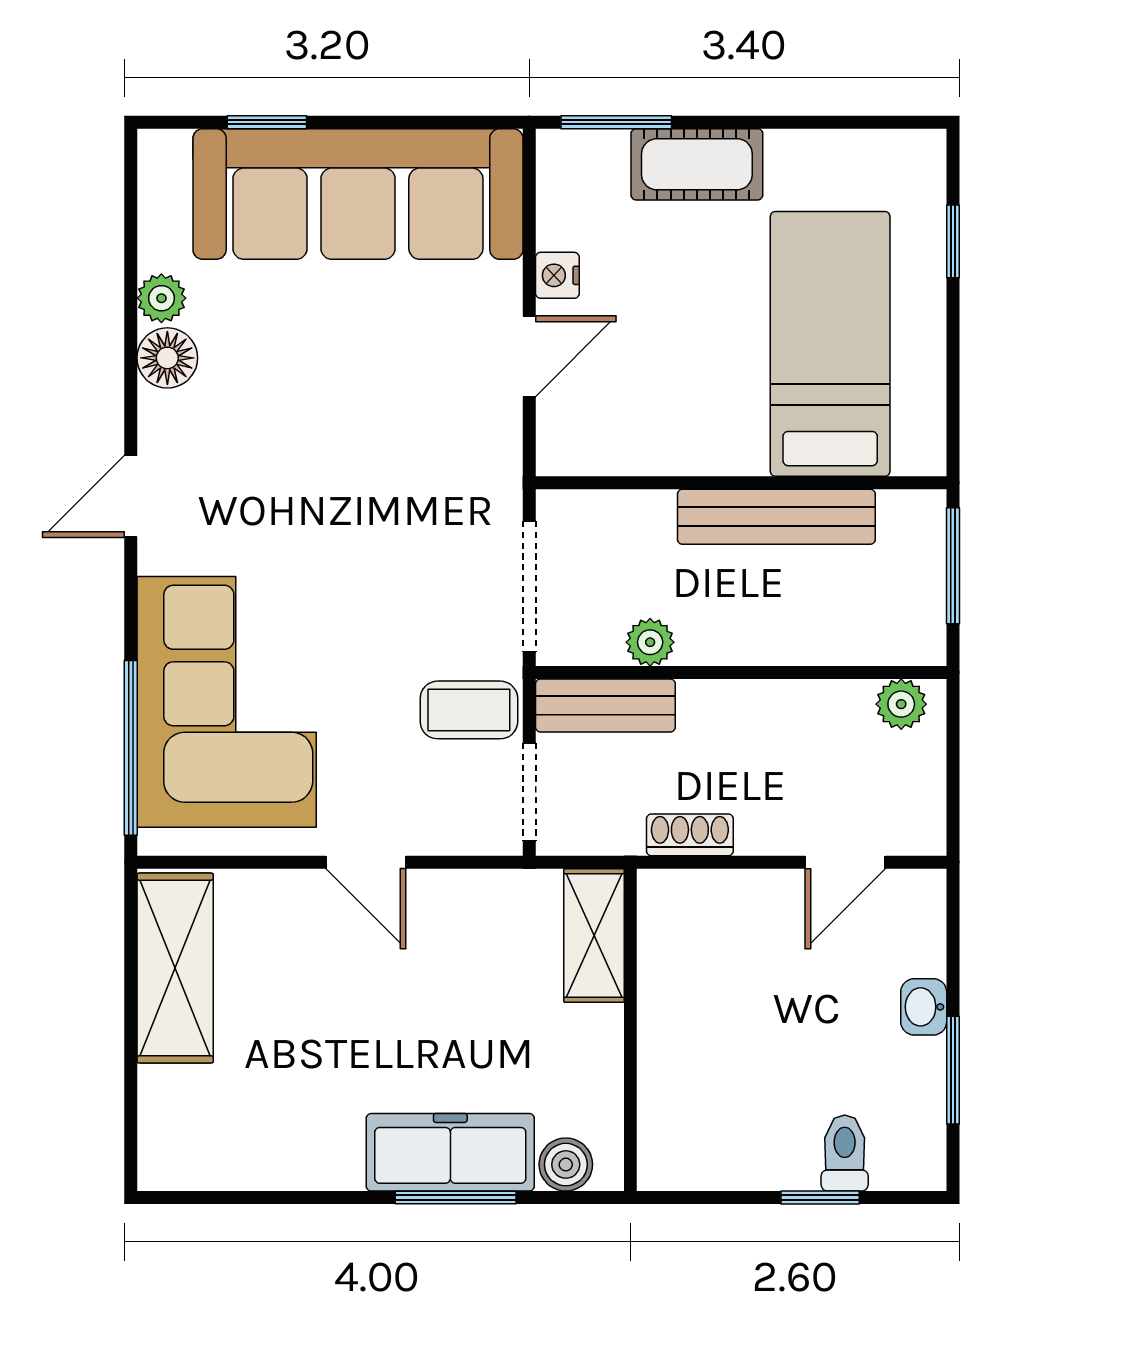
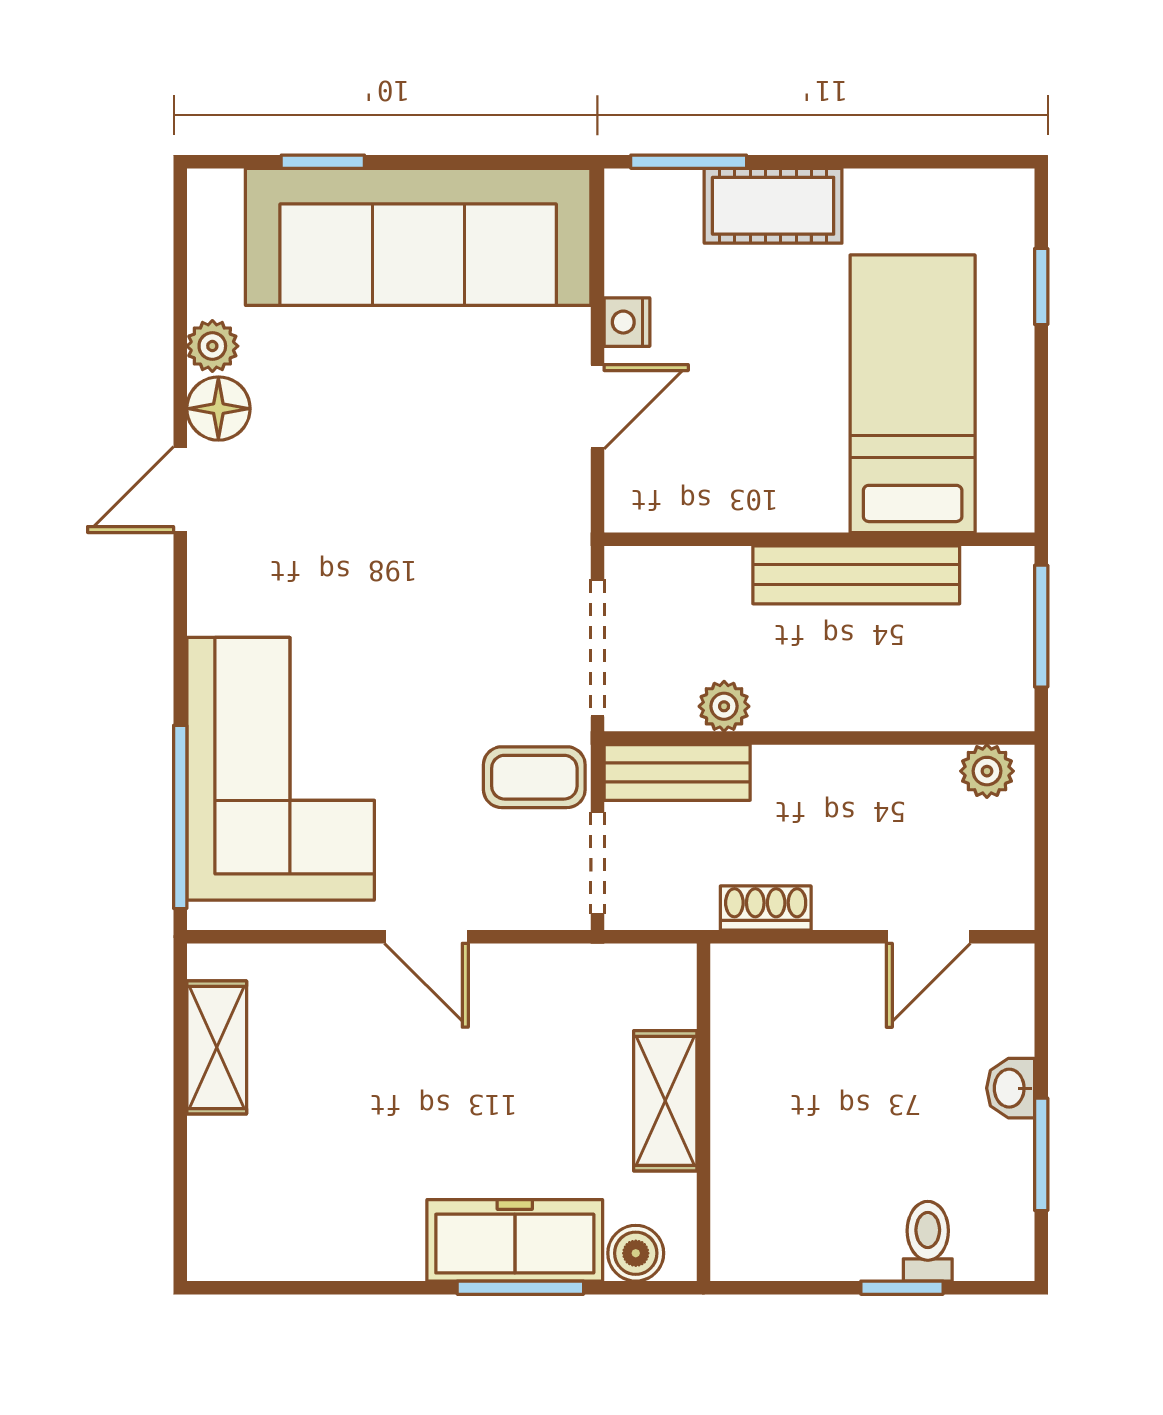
door: (131, 496) -> (180, 490), moved
shelving: (594, 935) -> (665, 1101), moved
shelving: (175, 968) -> (217, 1047), width x0.67, depth x0.75

